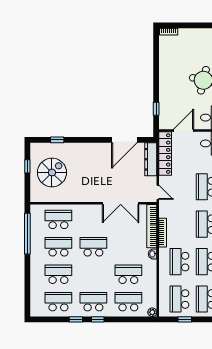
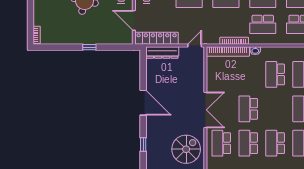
window: (156, 109) -> (89, 47), moved
door: (124, 140) -> (143, 103), moved
spiral stairs: (52, 173) -> (186, 149), moved, turned 90
double door: (121, 203) -> (205, 110), moved

